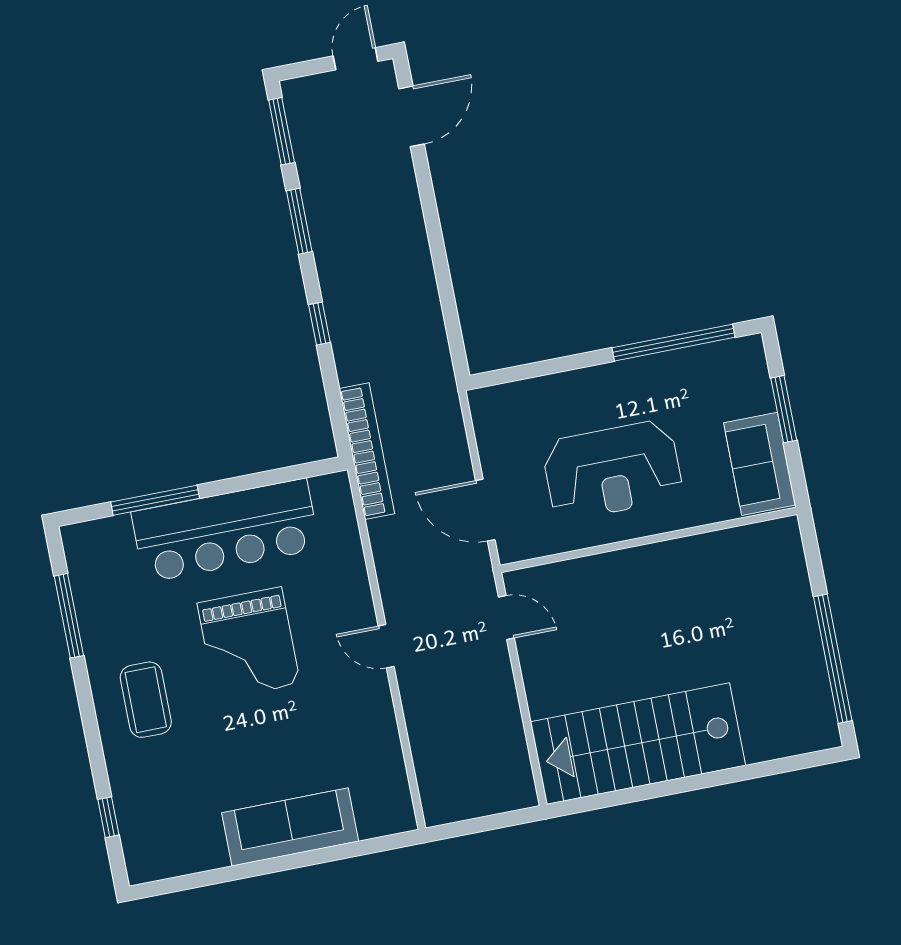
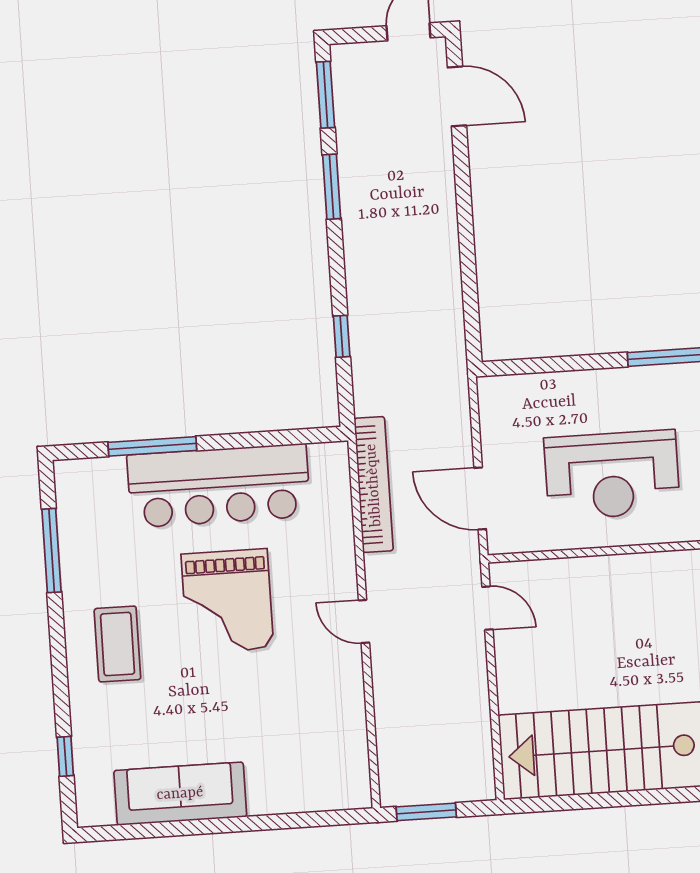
door: (412, 116) -> (457, 96), hinge flipped
window: (319, 324) -> (342, 336), moved
bookcase: (367, 451) -> (374, 485), moved
window: (472, 826) -> (426, 812), added
sofa: (290, 827) -> (180, 794), moved

